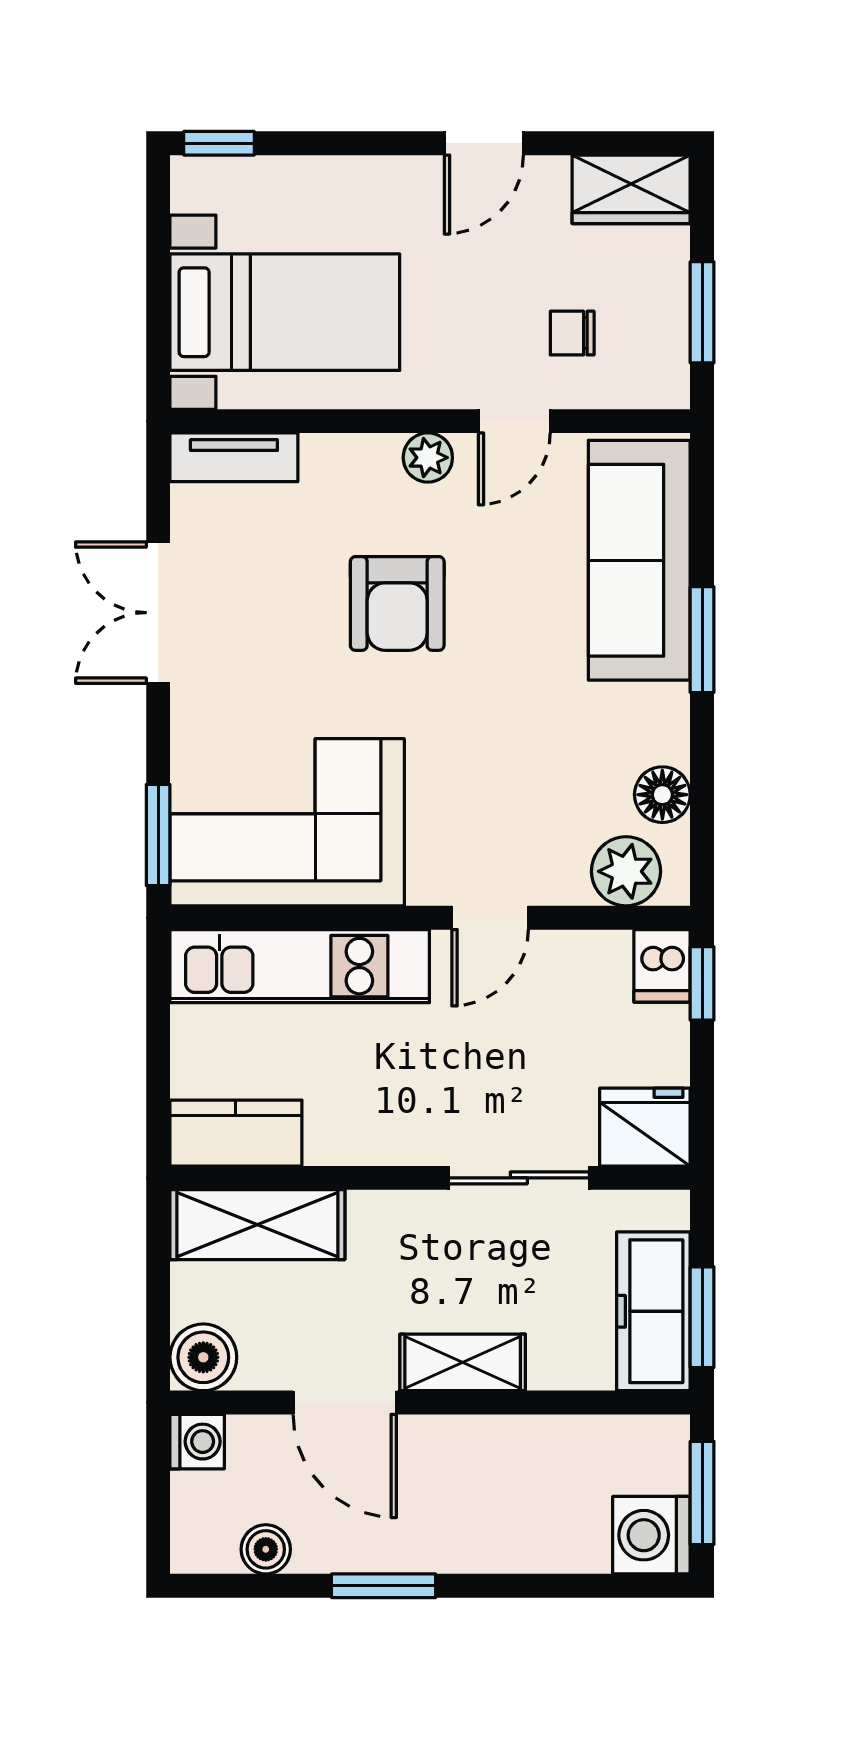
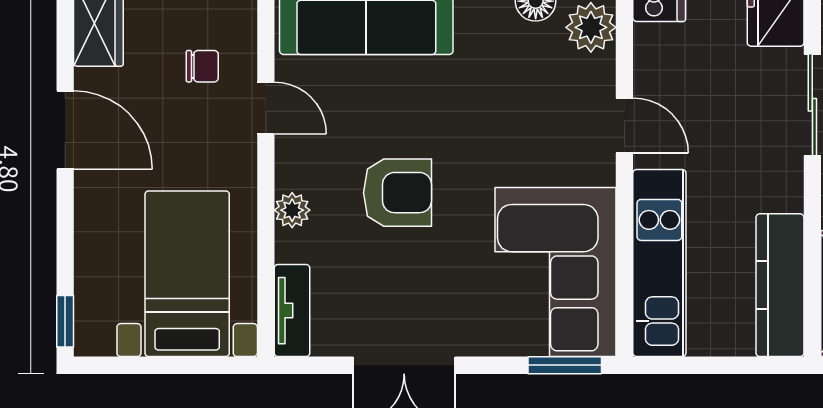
door: (484, 143) -> (65, 130), width x1.38
chair: (572, 333) -> (202, 66), turned -90
plant: (428, 458) -> (292, 210), moved
kitchen counter: (236, 1133) -> (780, 285), width x1.50

